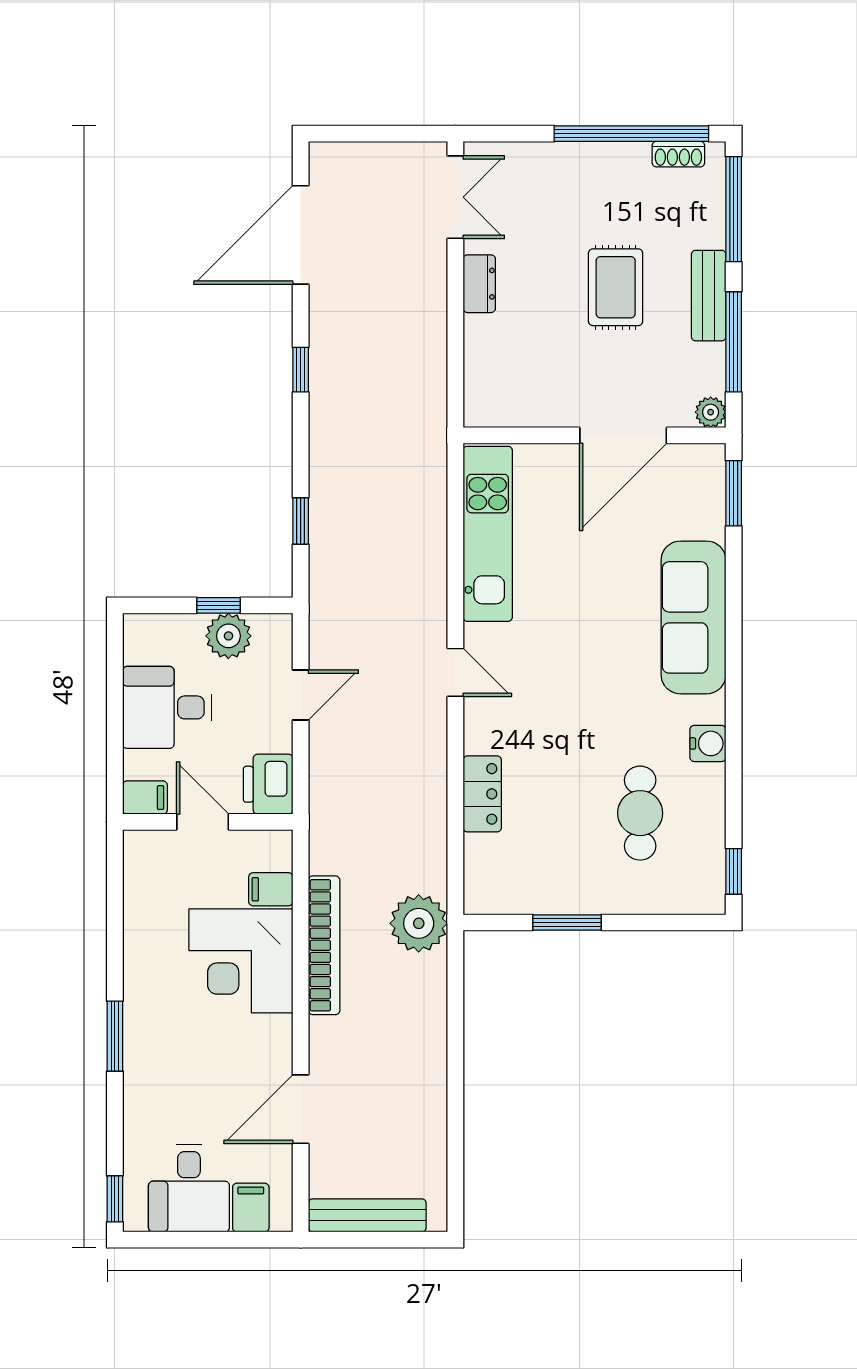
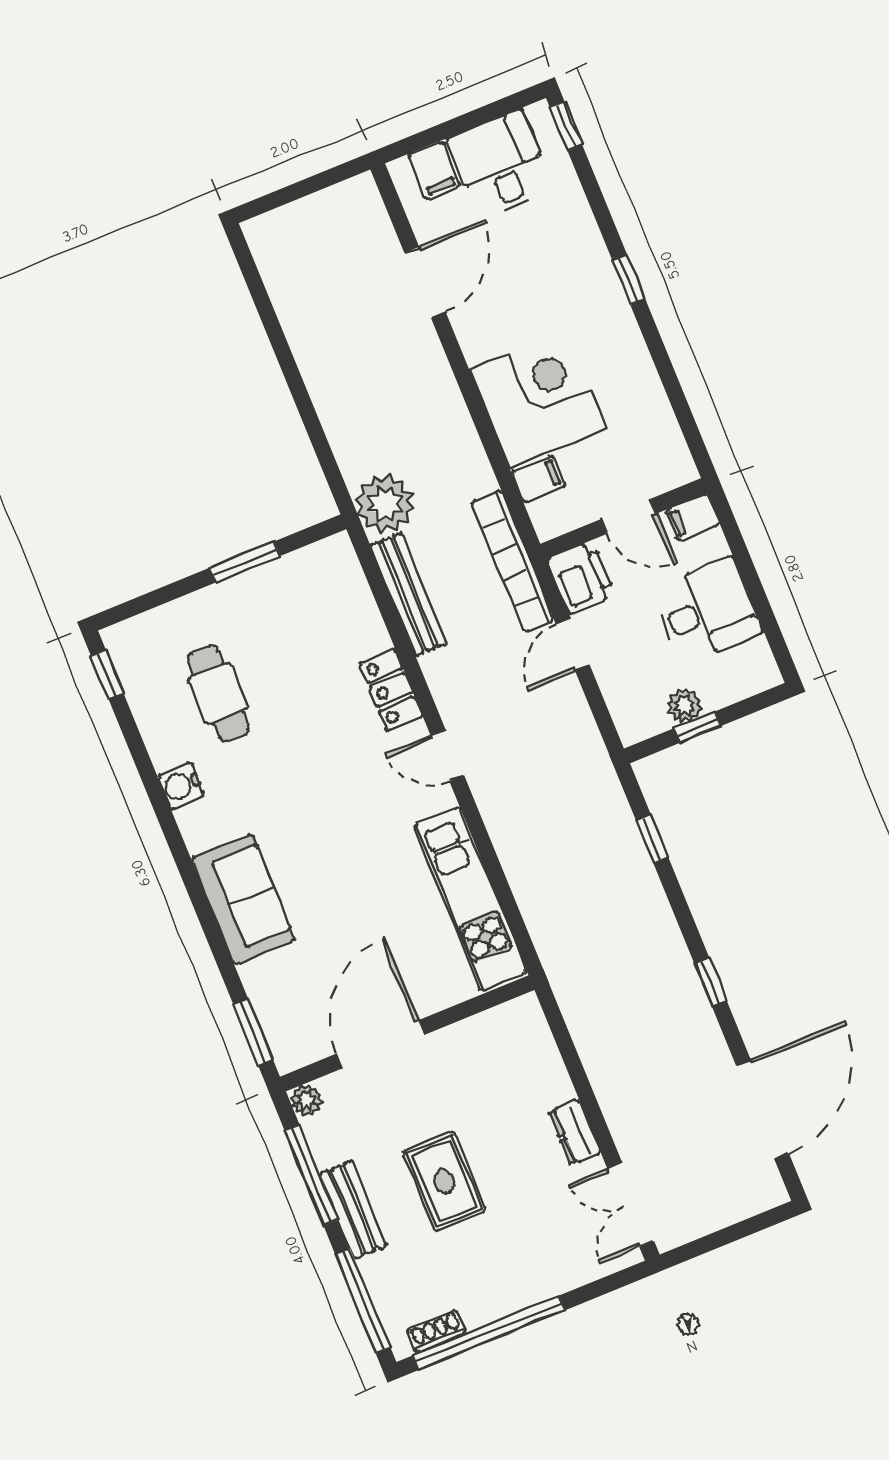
sofa: (693, 617) -> (243, 899), width x0.73
plant: (228, 636) -> (684, 706), width x0.73, depth x0.73
door: (301, 695) -> (573, 644), moved
locker: (482, 794) -> (391, 690), moved
bookcase: (324, 945) -> (513, 561), moved
window: (115, 1036) -> (629, 280), width x0.67
bench: (367, 1215) -> (408, 595), moved, turned 90

